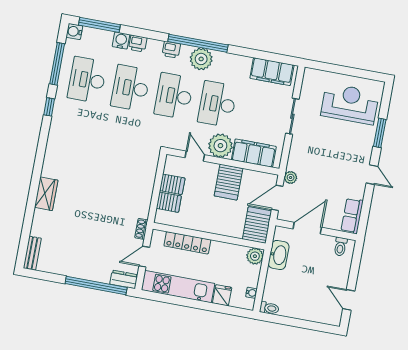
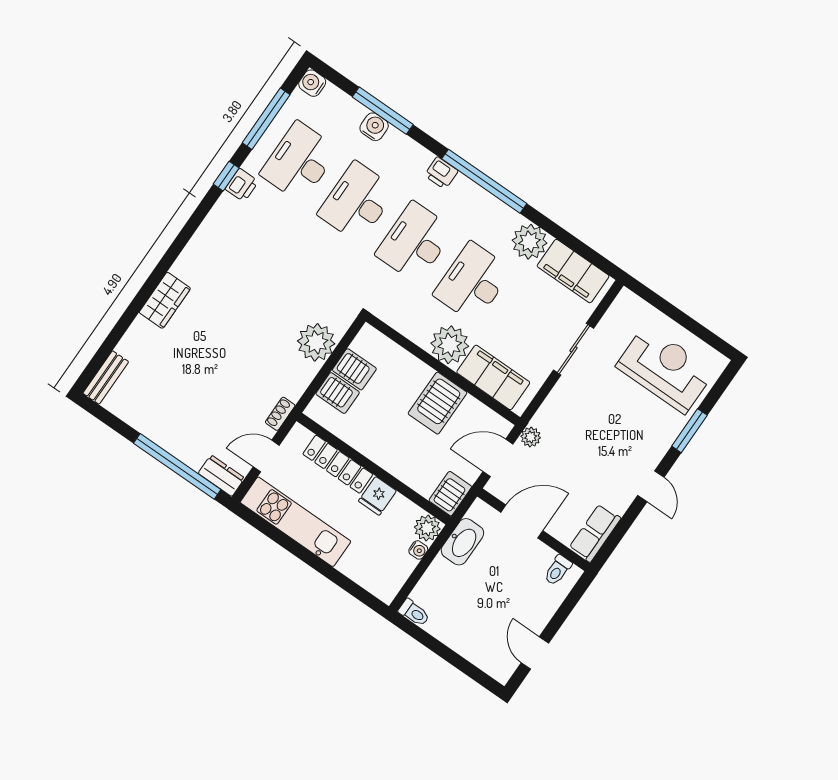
window: (99, 25) -> (383, 111), moved
printer: (138, 43) -> (242, 185), moved, turned -90
plant: (201, 59) -> (530, 242), moved
door: (195, 156) -> (405, 343), removed
plant: (143, 179) -> (316, 342), added
server rack: (257, 225) -> (450, 494), width x0.73, depth x0.70
water cooler: (251, 293) -> (418, 550), moved
fridge: (222, 295) -> (377, 496), moved, turned 180

